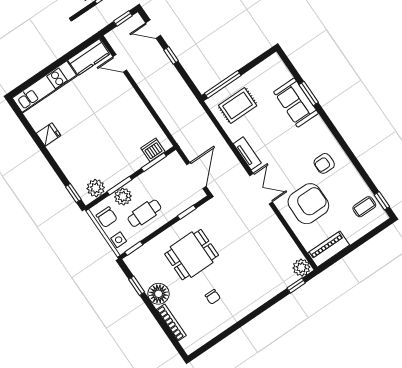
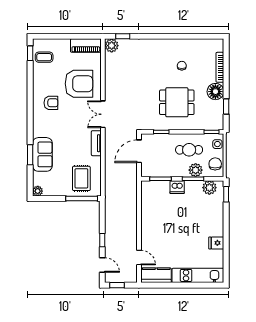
plant: (275, 61) -> (38, 191), added
rug: (238, 105) -> (81, 178), turned 90
dishwasher: (153, 150) -> (177, 187), moved
armchair: (308, 204) -> (79, 84), turned 180

